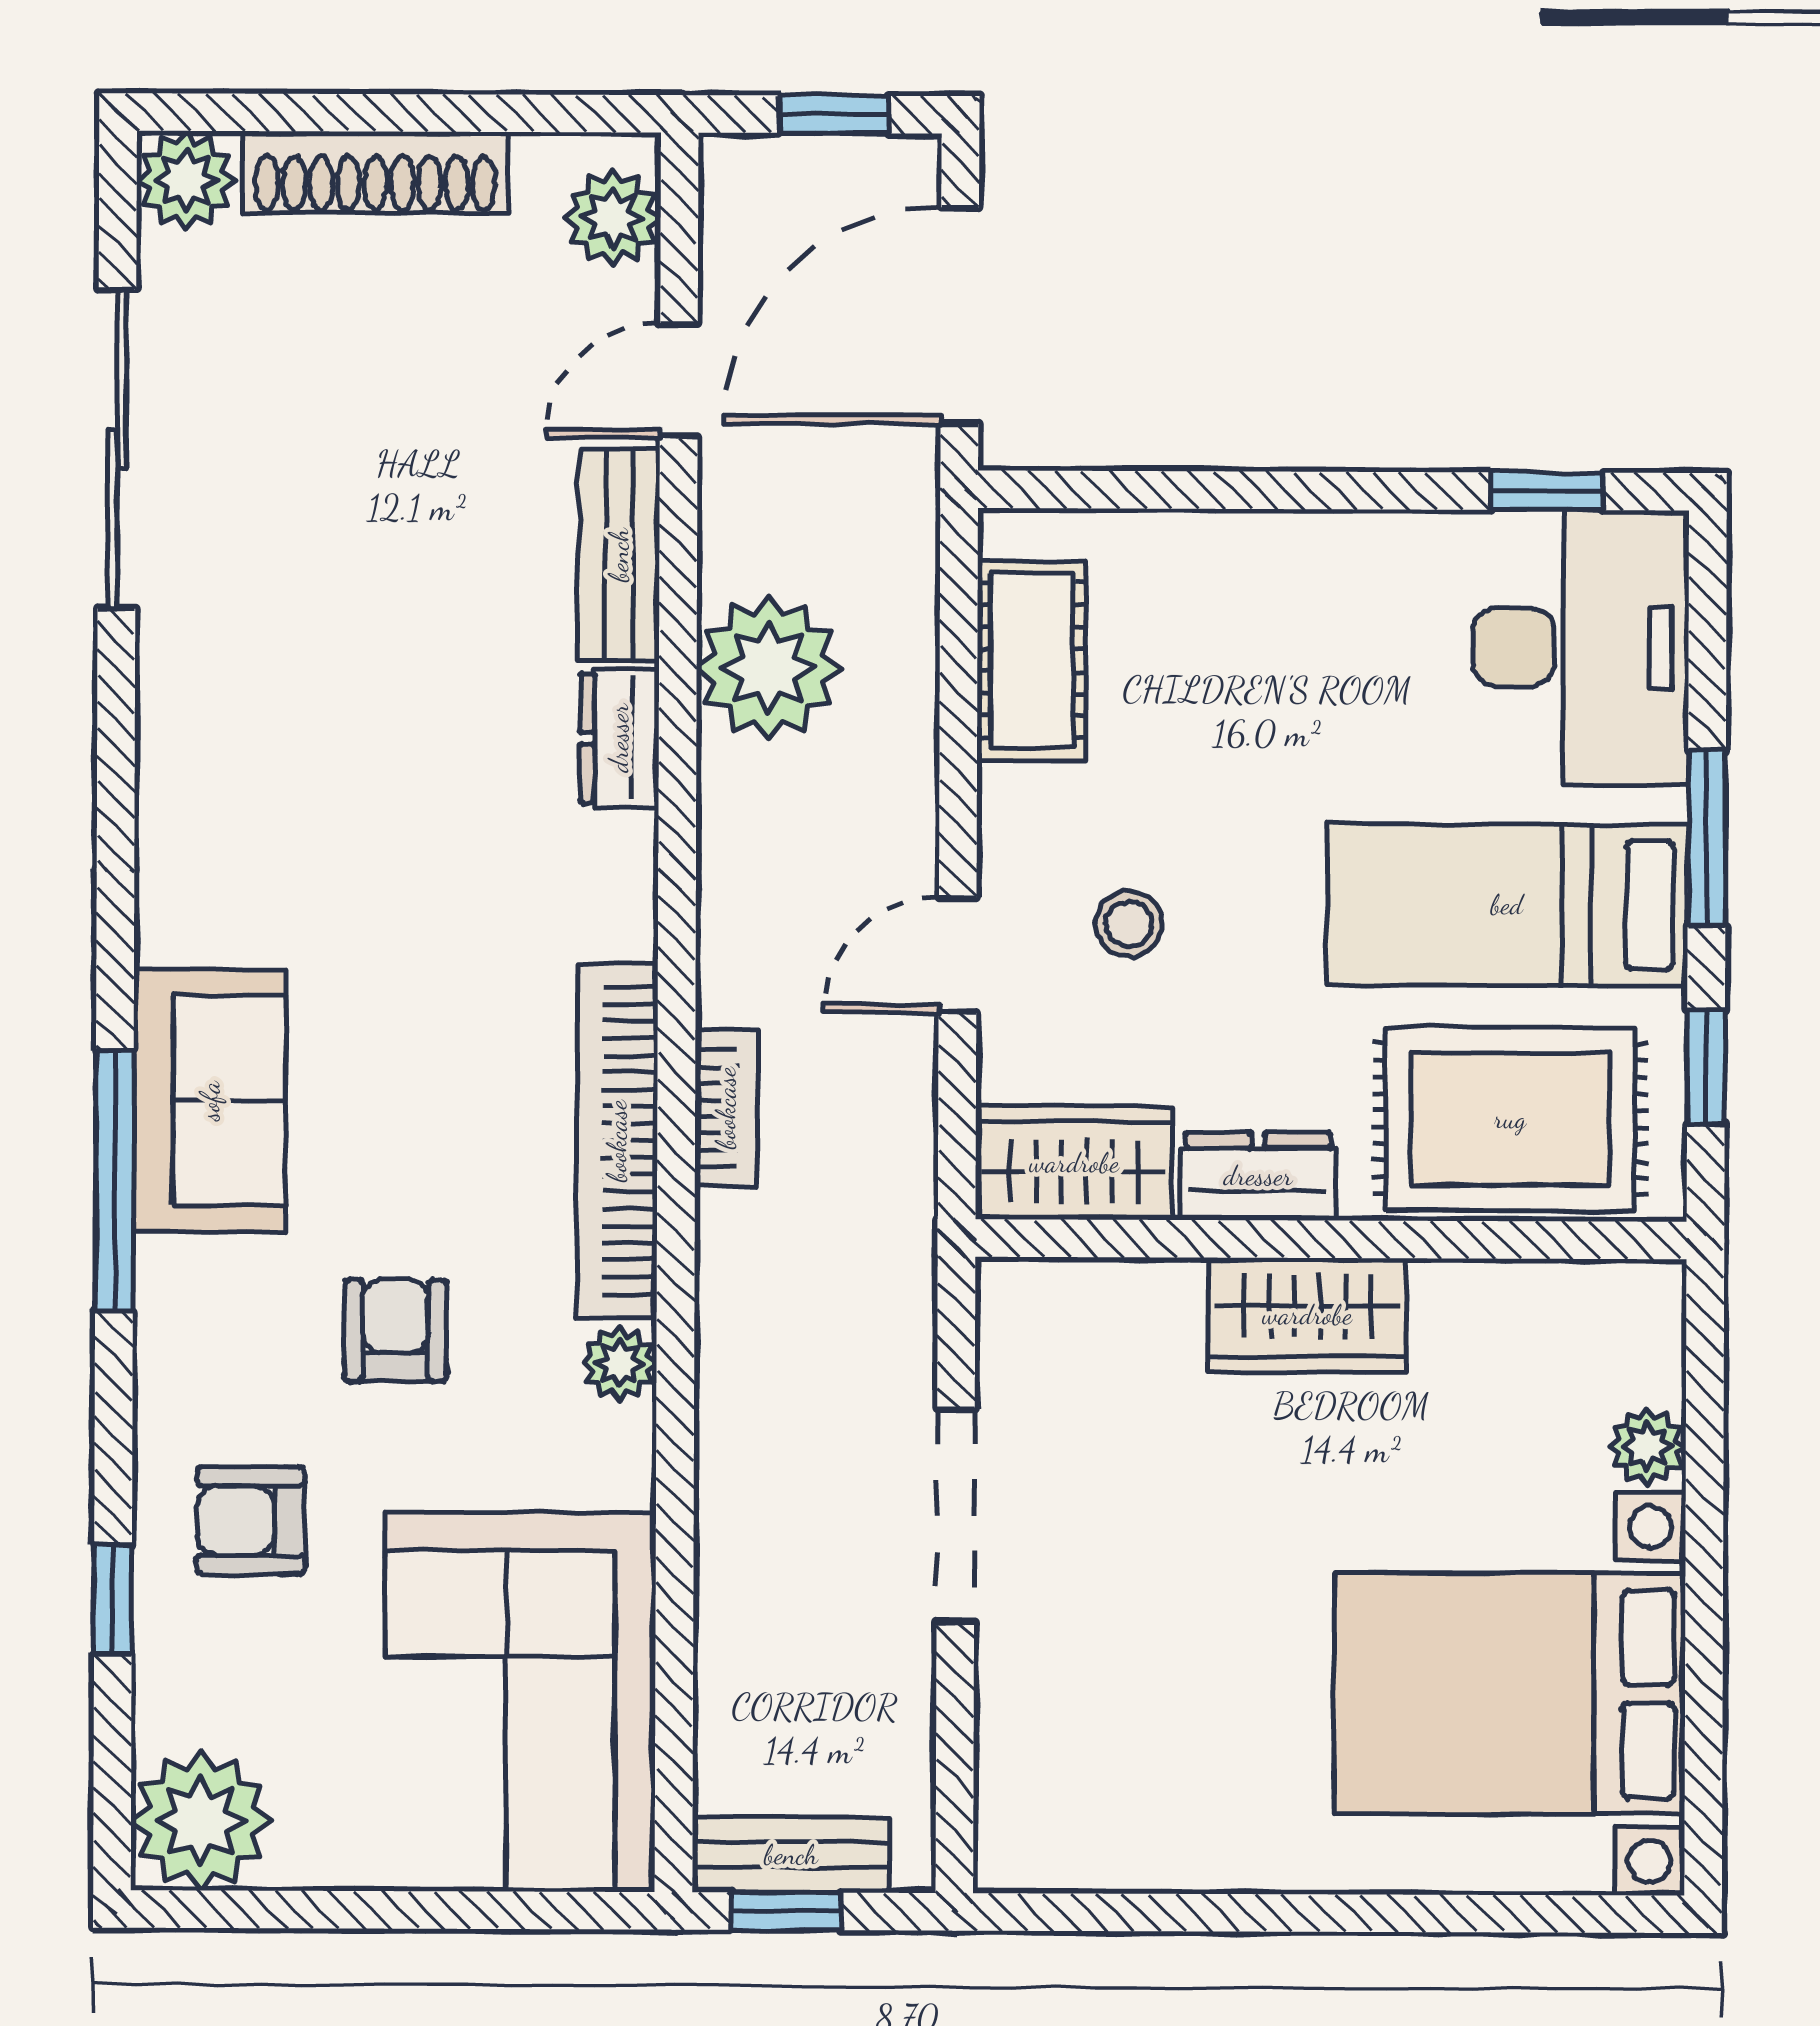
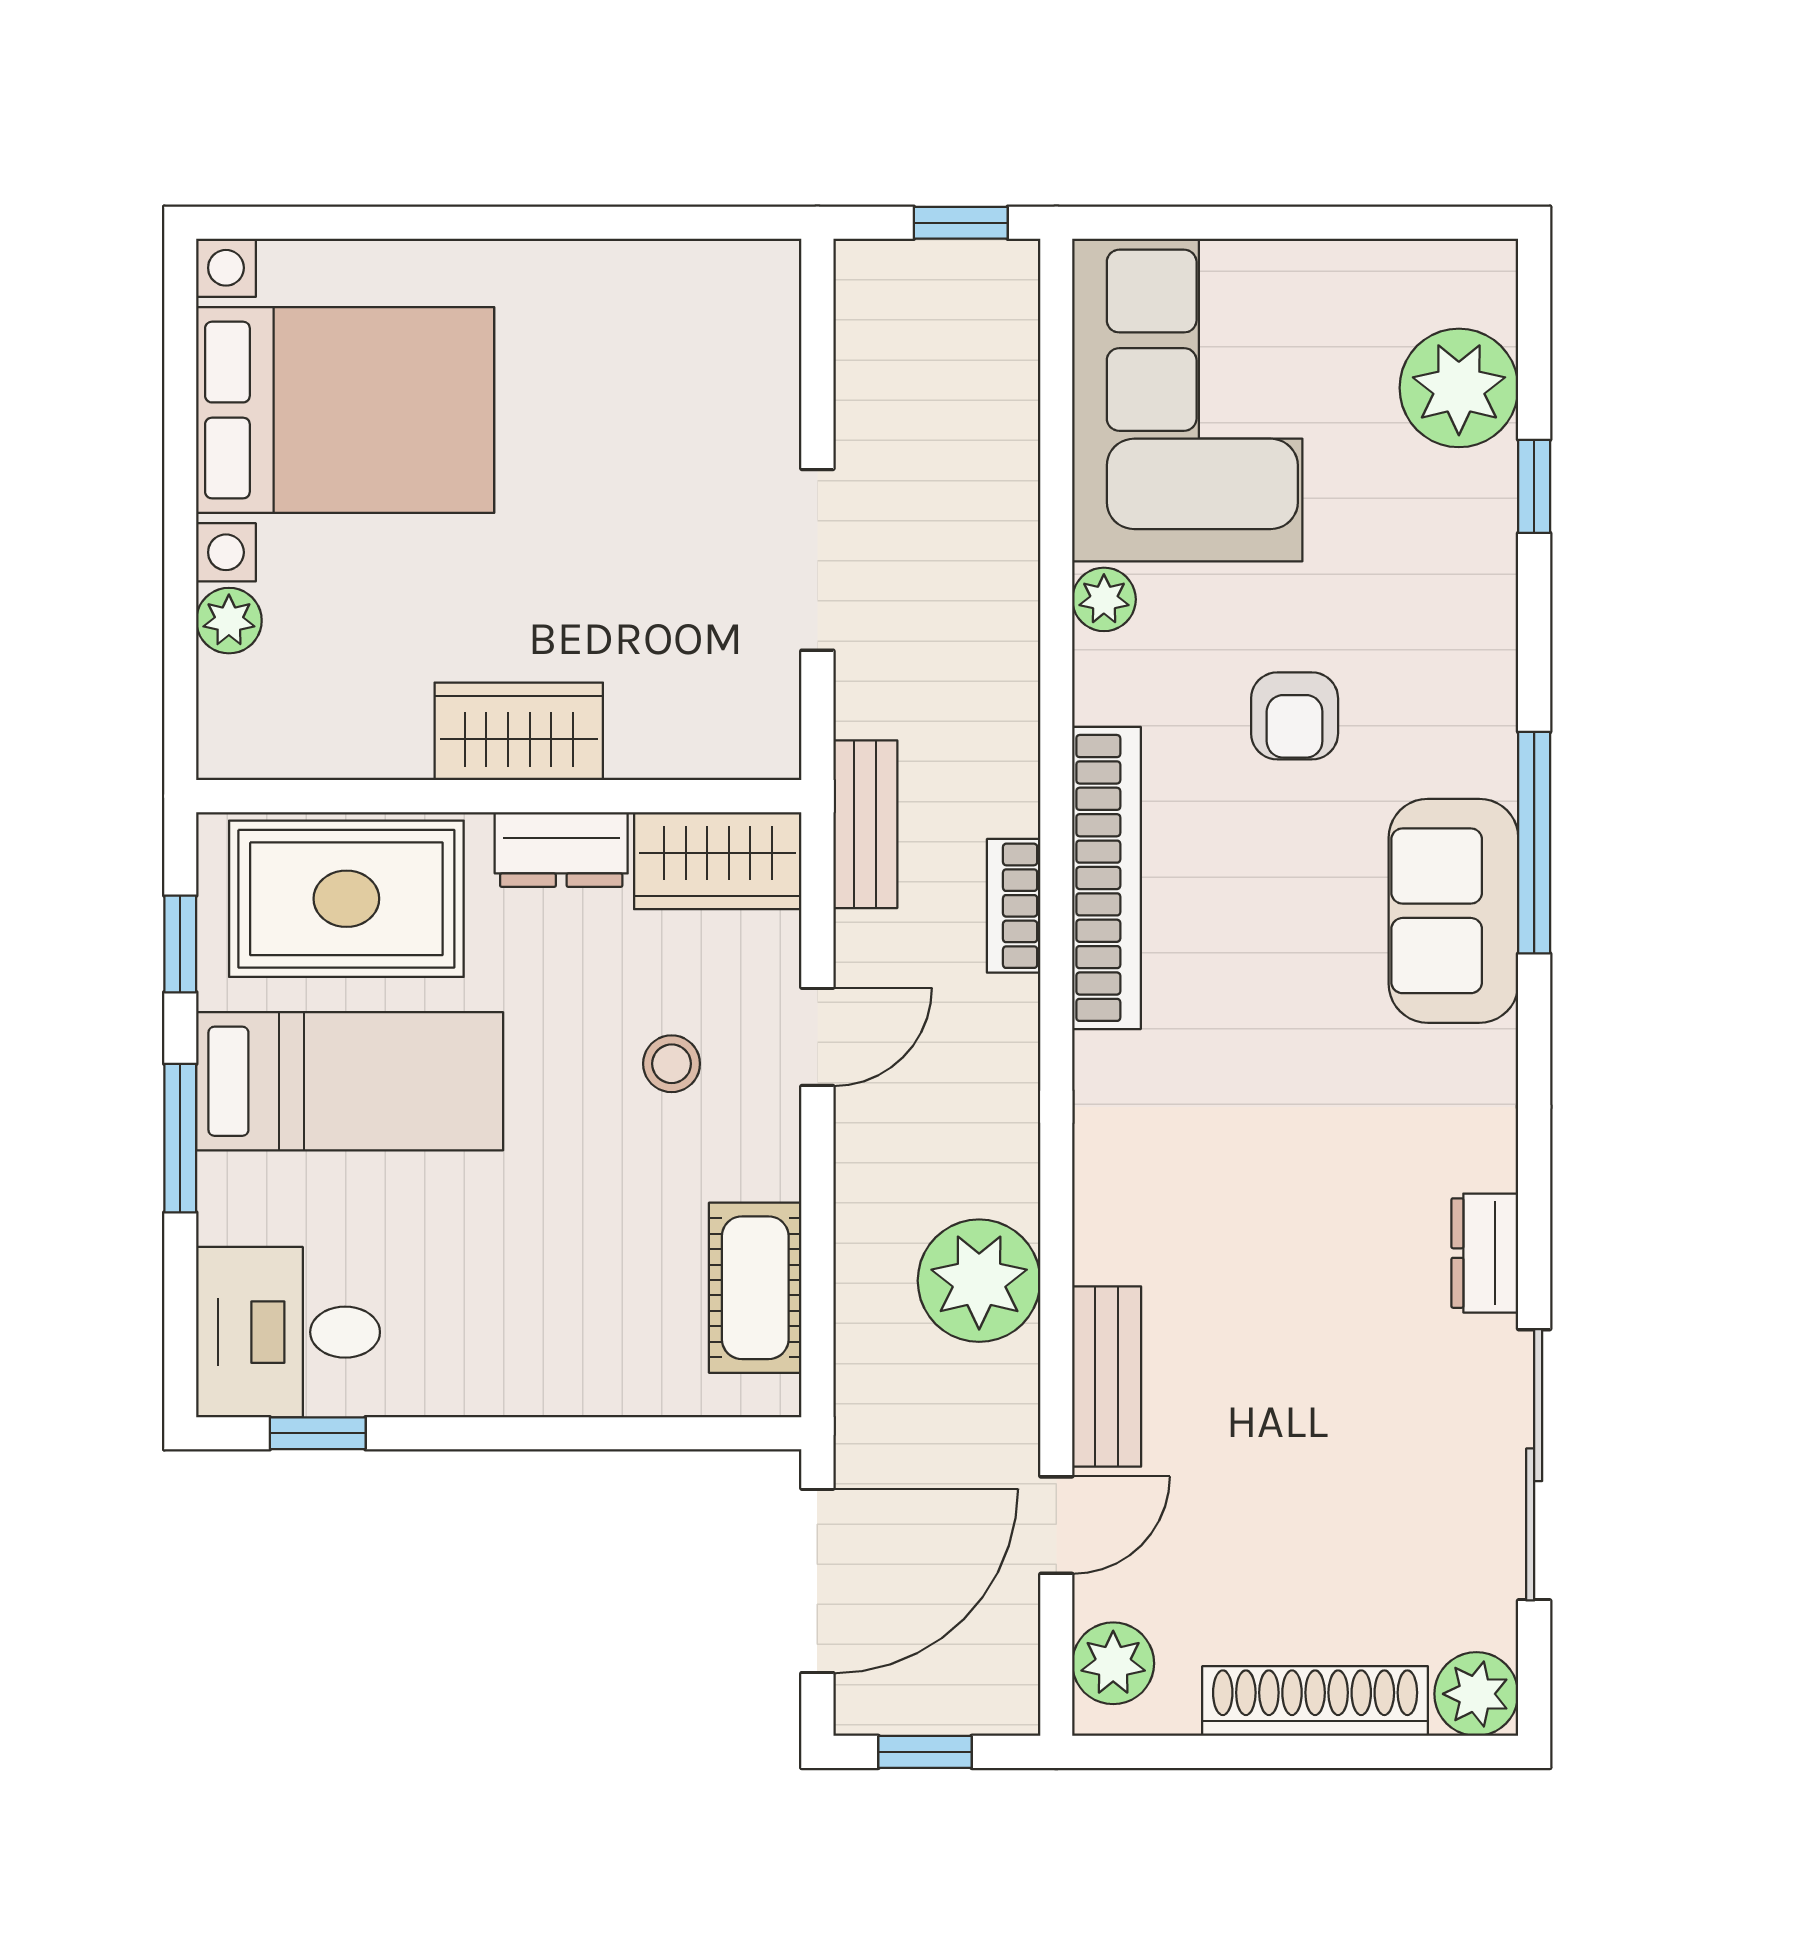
desk: (1581, 648) -> (288, 1332), width x0.73
dresser: (619, 738) -> (1485, 1253), moved, turned 180
plant: (619, 1363) -> (1104, 599), moved
armchair: (251, 1521) -> (1417, 554), removed
plant: (201, 1821) -> (1459, 388), moved
bench: (791, 1855) -> (865, 824), moved, turned 90

